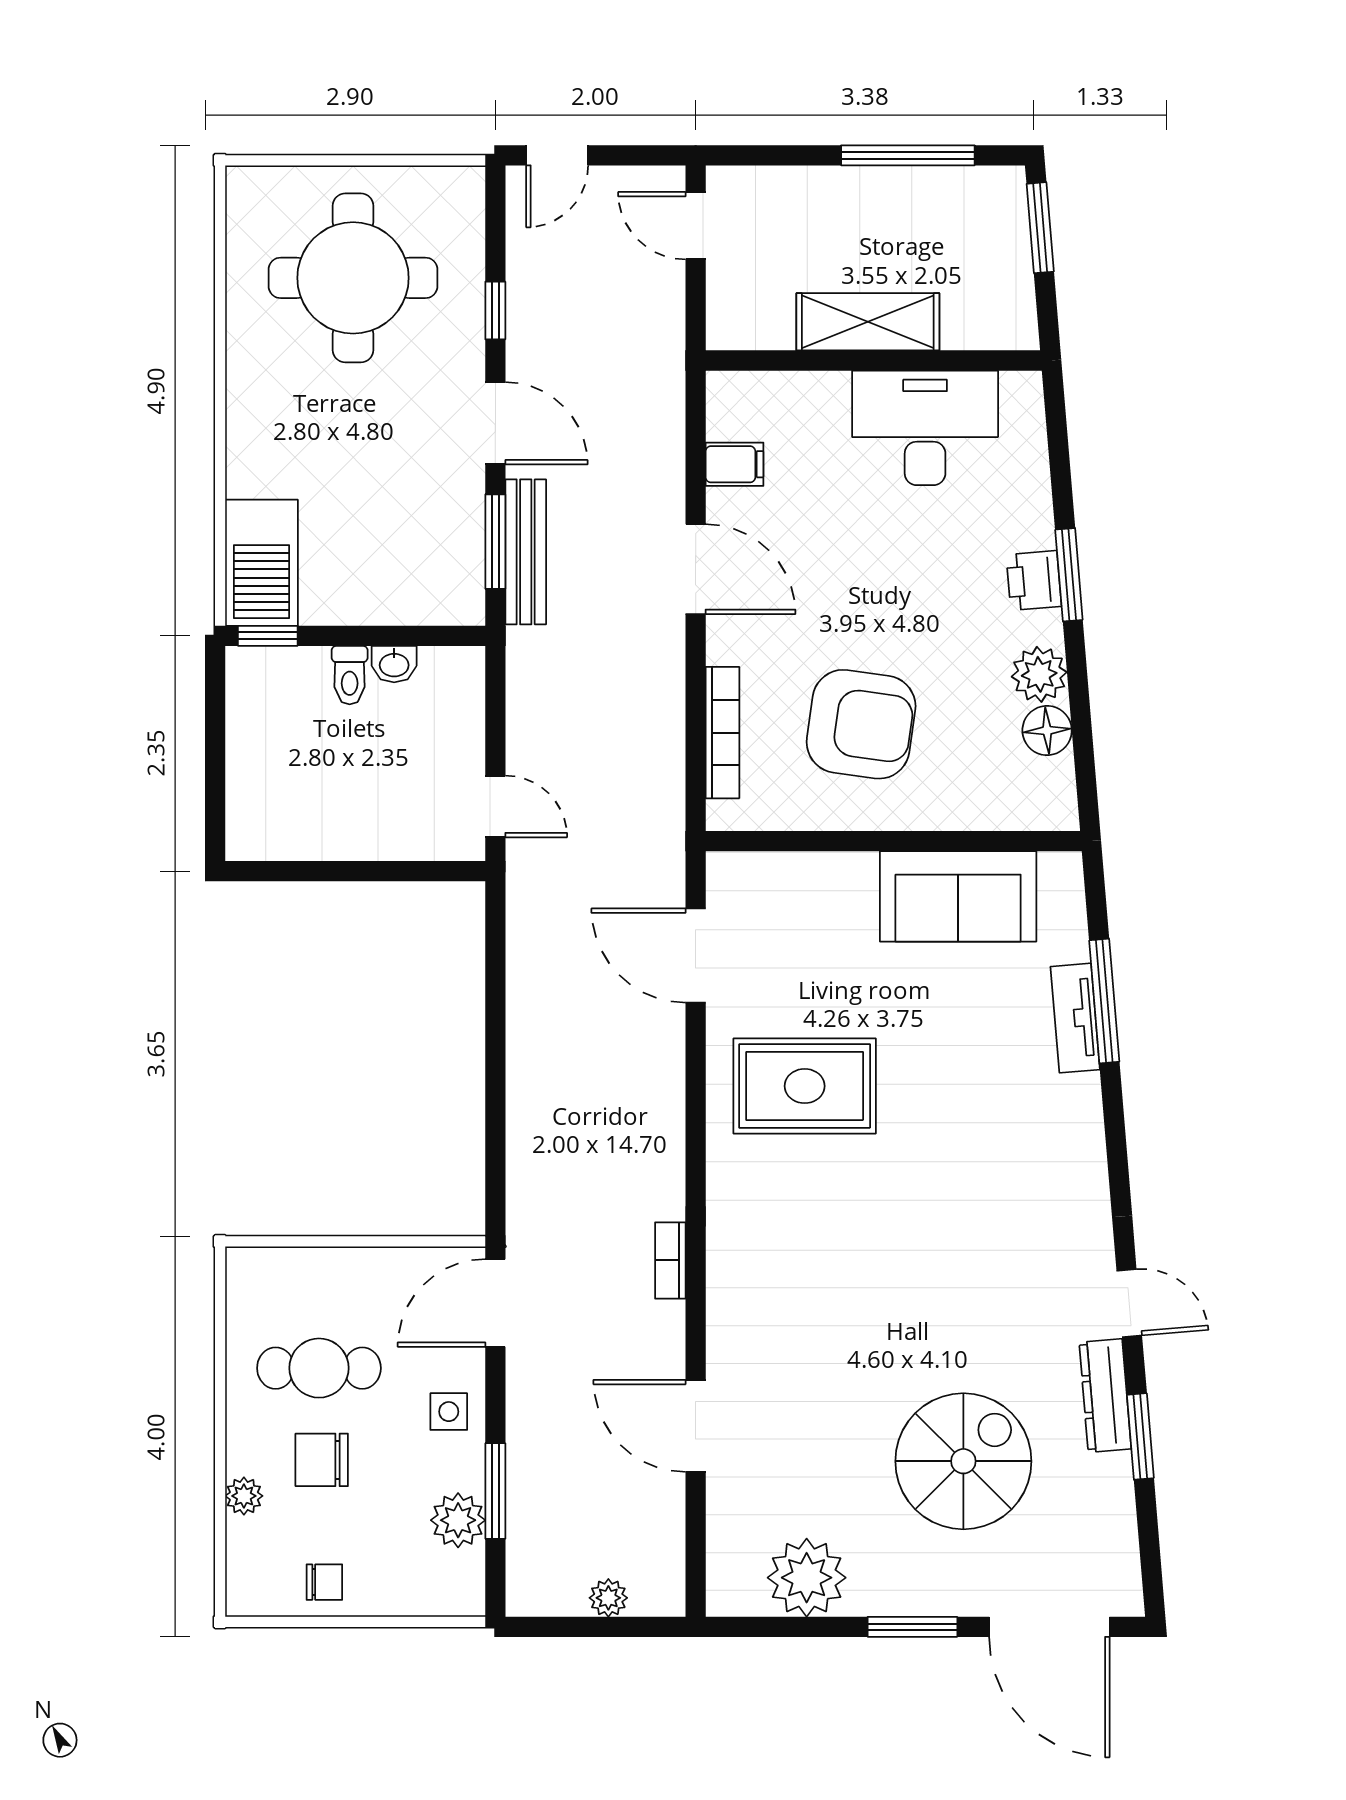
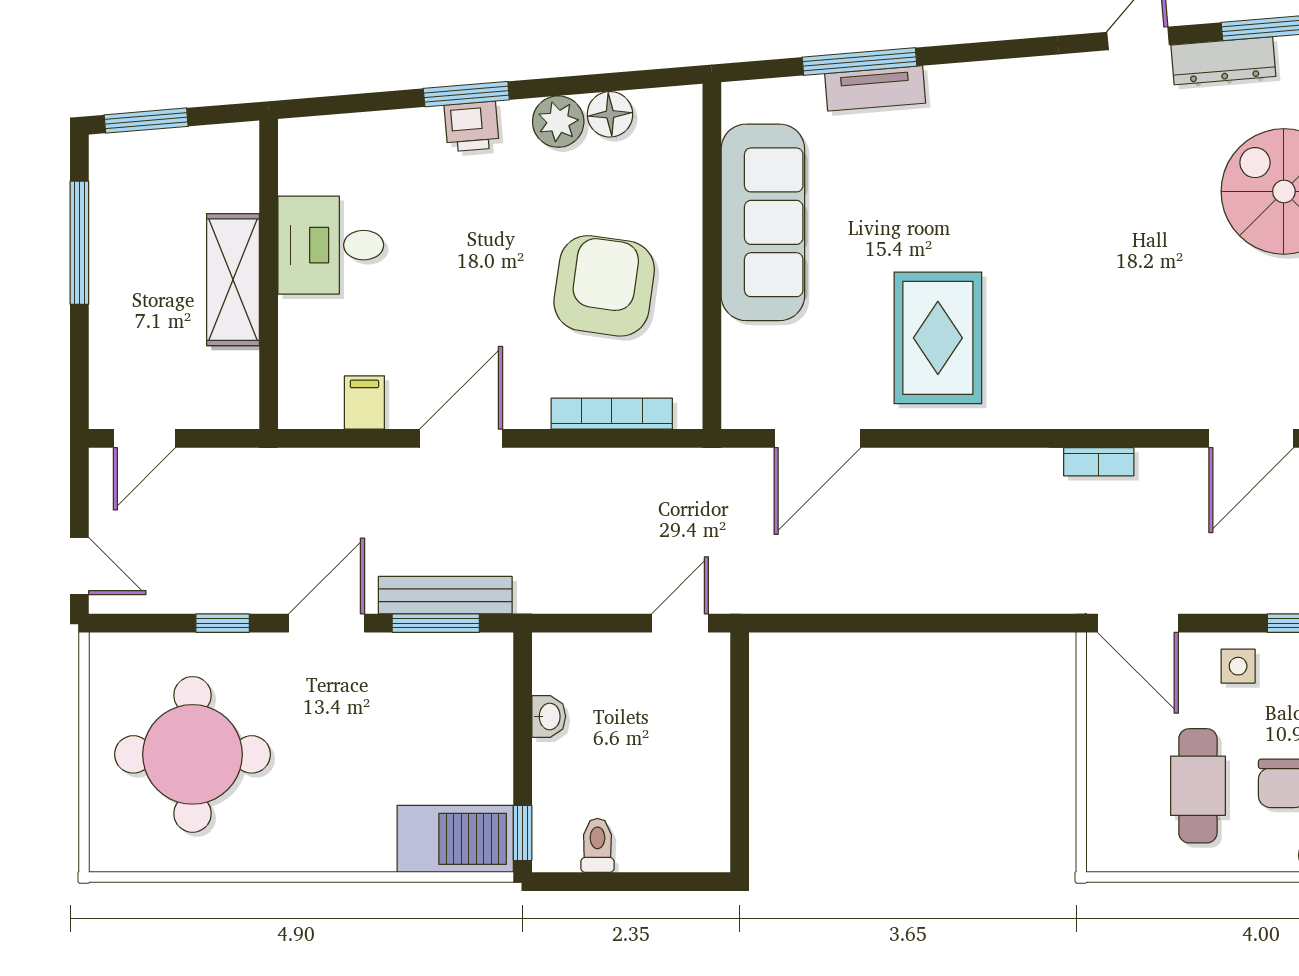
desk: (925, 428) -> (331, 245), width x0.73
toilet: (350, 675) -> (597, 845), moved, turned -90
sofa: (958, 896) -> (763, 222), width x1.36

